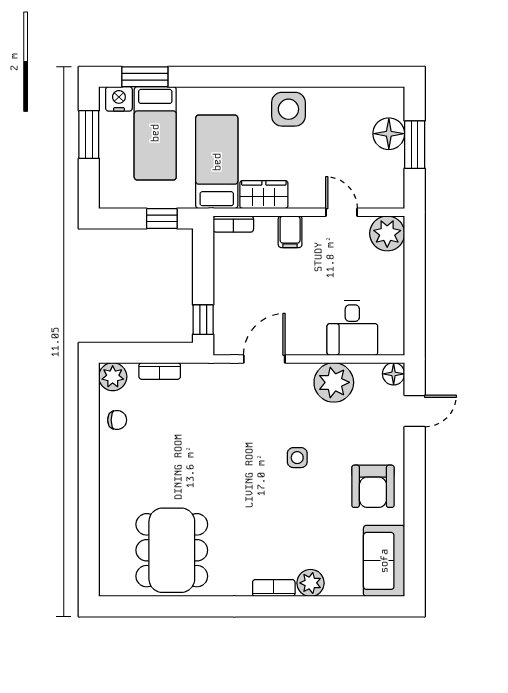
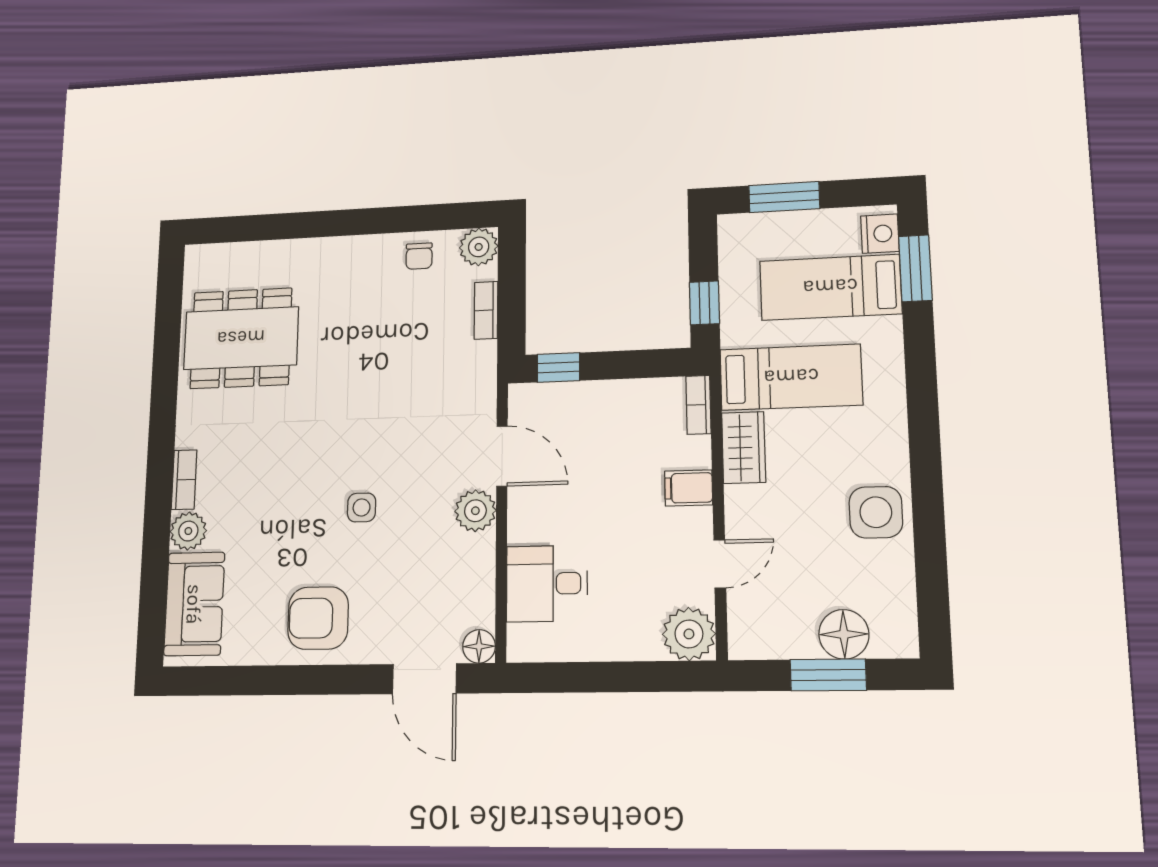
side table: (288, 109) -> (876, 512), moved
window: (89, 134) -> (784, 197), moved
plant: (334, 382) -> (475, 511), moved, width x0.73, depth x0.73
door: (415, 411) -> (424, 679), width x1.38
sofa: (384, 561) -> (194, 604), moved, turned 90

